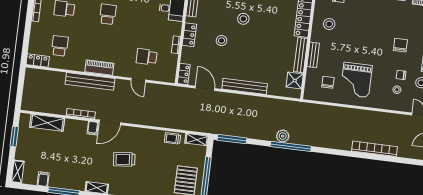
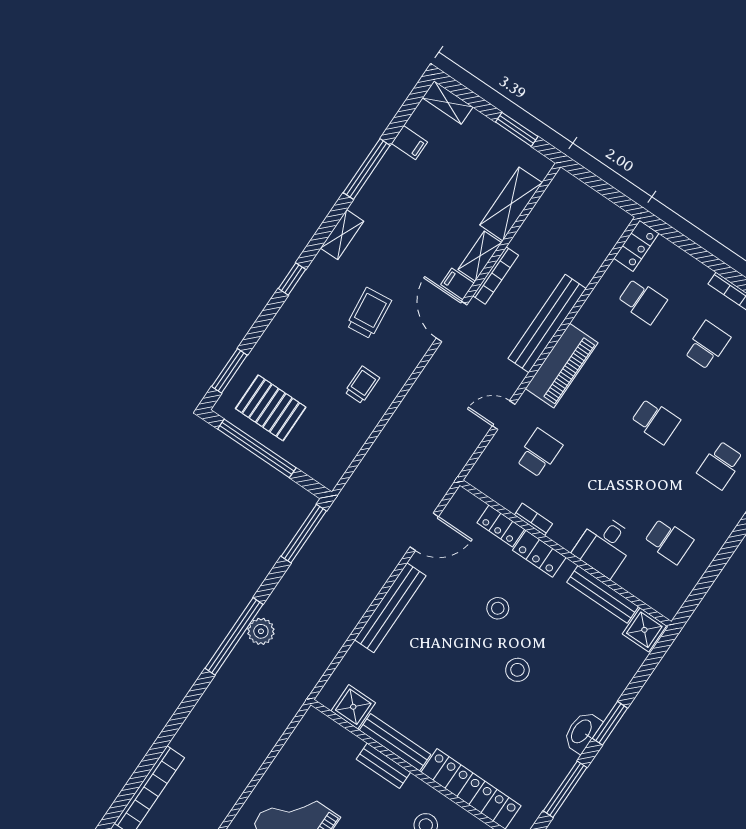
piano: (99, 68) -> (562, 366), width x1.37, depth x1.33
locker: (184, 74) -> (501, 526), moved
chair: (328, 82) -> (318, 767), removed
trolley: (172, 138) -> (362, 385), moved
shelving: (197, 140) -> (480, 256), moved

